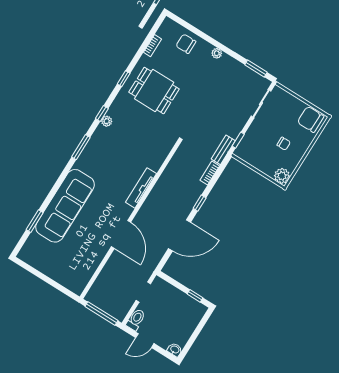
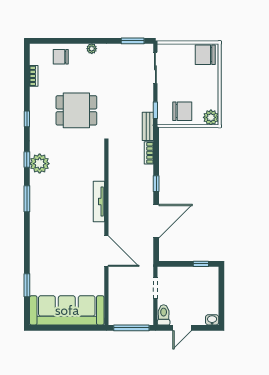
dining table: (154, 91) -> (76, 110), moved
plant: (107, 121) -> (40, 164), width x1.88, depth x1.88
chair: (284, 144) -> (182, 111), moved, width x1.87, depth x1.87
sofa: (65, 206) -> (67, 310), moved, turned -90

